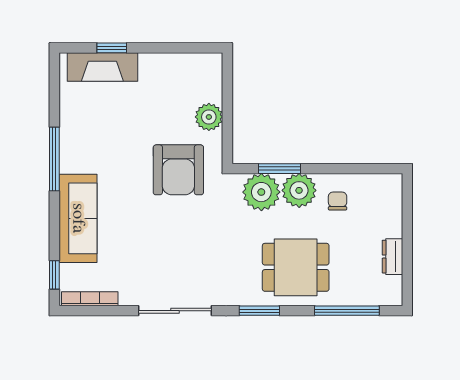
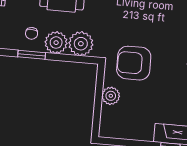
window: (279, 169) -> (32, 55), moved
armchair: (178, 170) -> (134, 63), turned -90

